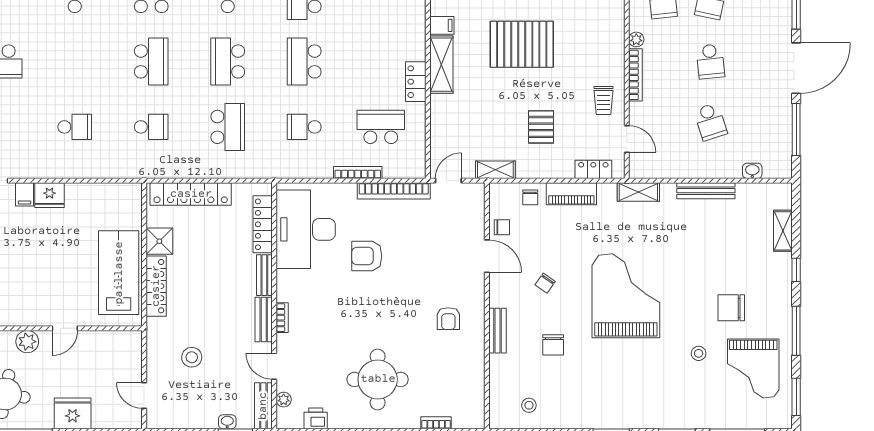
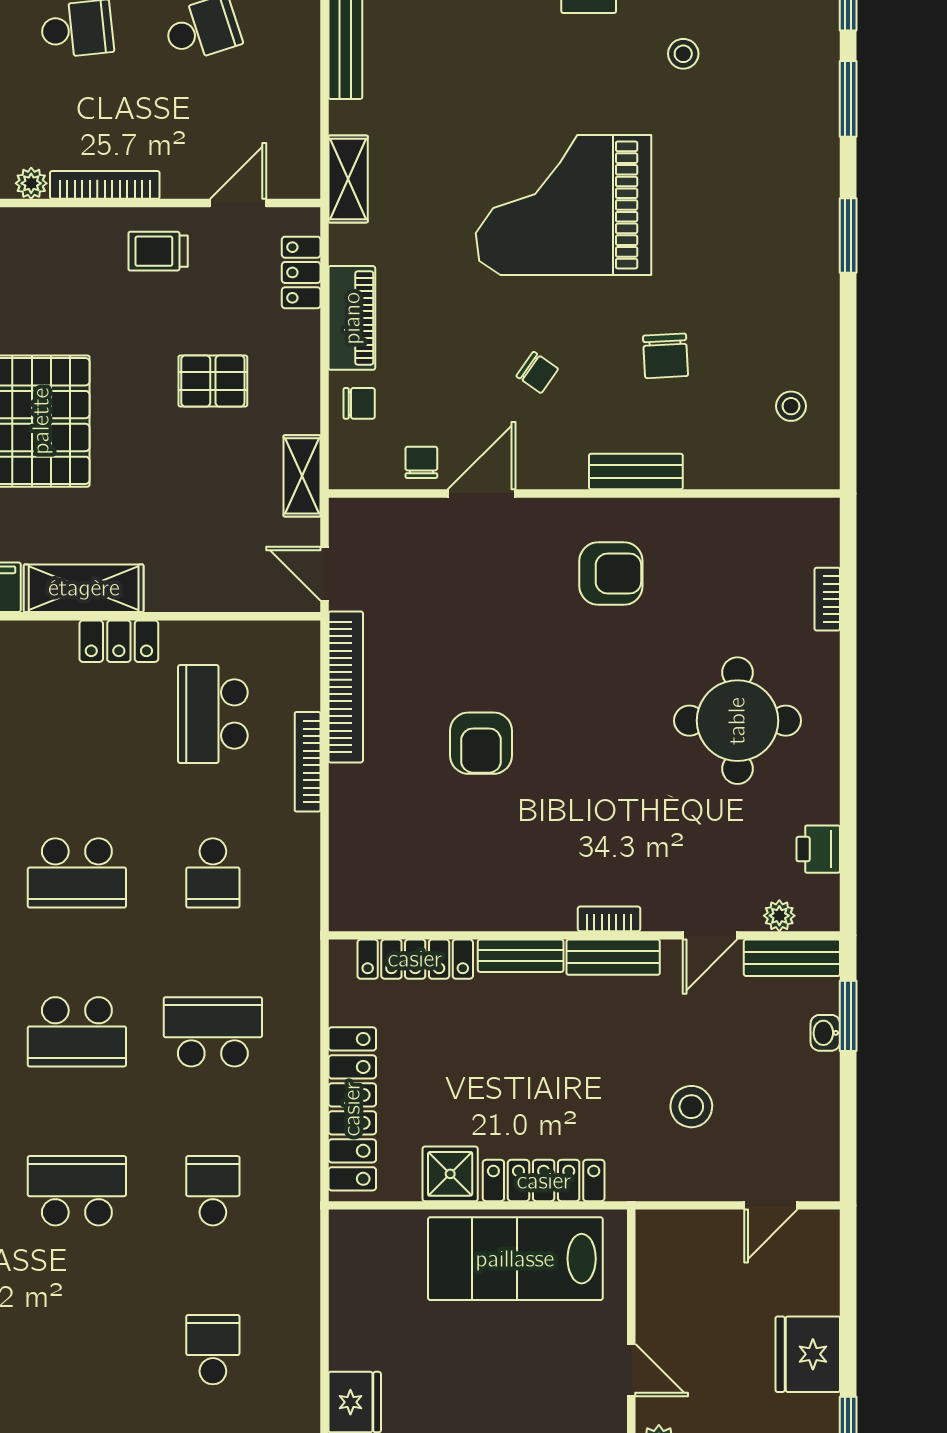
trolley: (604, 101) -> (158, 251), turned 180
desk: (306, 229) -> (426, 870), removed
armchair: (448, 319) -> (611, 574), width x1.38, depth x1.38
chair: (553, 345) -> (666, 356), turned 87

